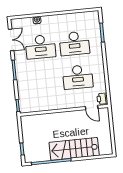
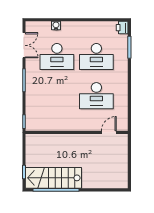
printer: (102, 99) -> (122, 28), moved
door: (92, 108) -> (109, 132), swing flipped
stairs: (74, 149) -> (53, 178), moved

